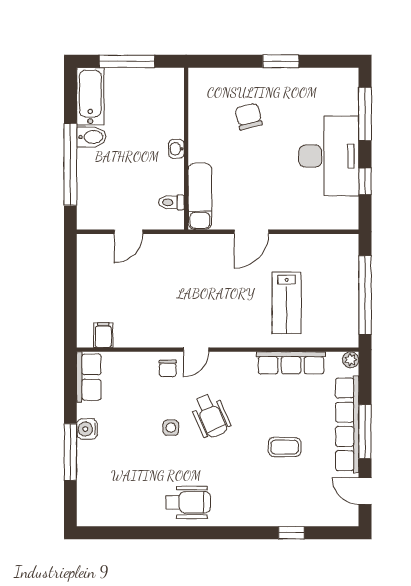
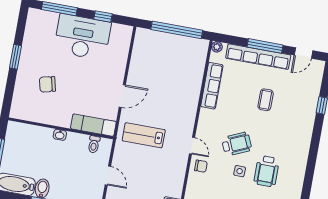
door: (251, 232) -> (122, 96), hinge flipped
lab bench: (287, 303) -> (144, 135), moved, turned 180
wheelchair: (188, 502) -> (267, 171), moved, turned 180

